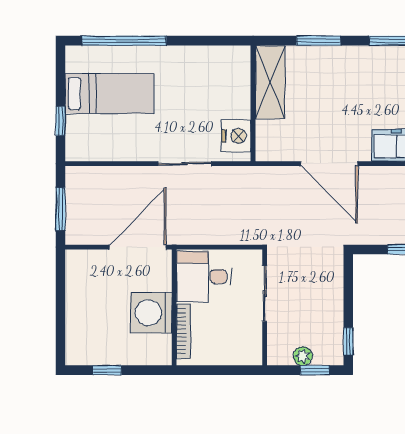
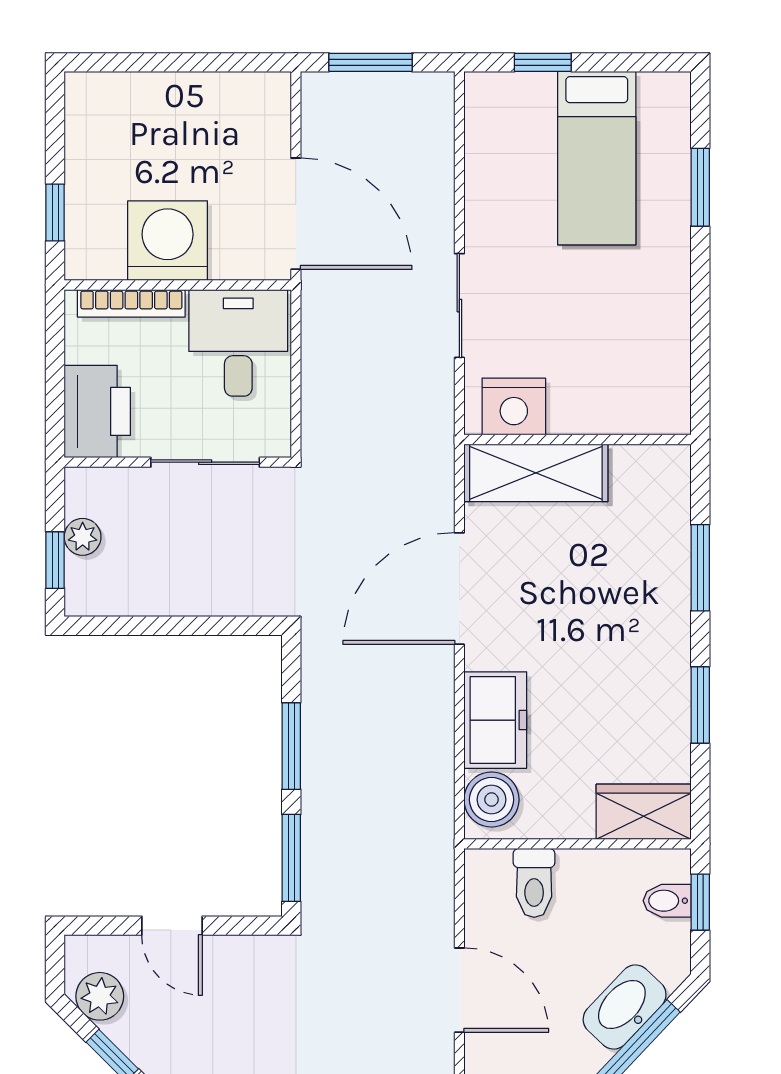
window: (124, 41) -> (700, 187), width x0.47
shelving: (270, 82) -> (536, 473), moved
window: (348, 341) -> (111, 626), removed
printer: (239, 349) -> (97, 411), added
window: (107, 370) -> (55, 212), moved

